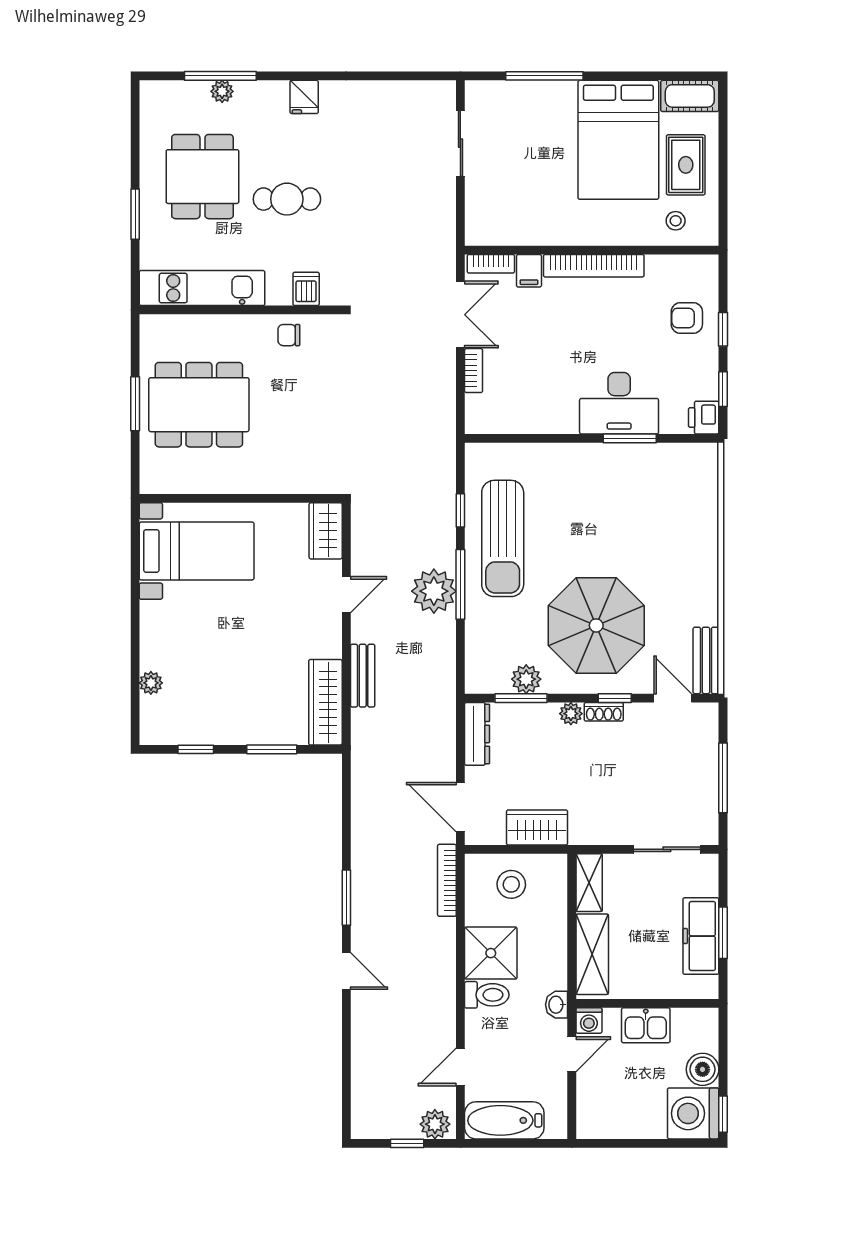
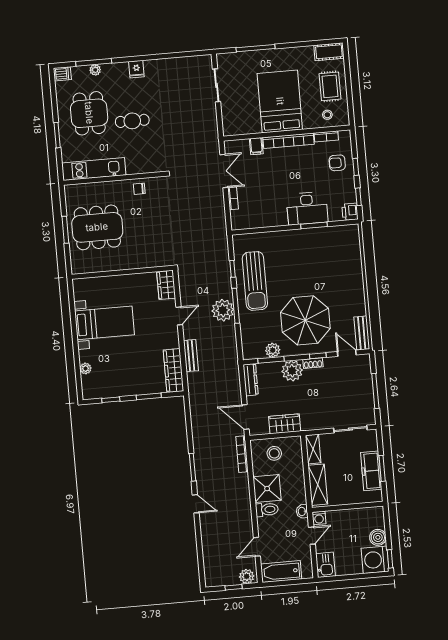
bed: (618, 140) -> (280, 101), moved, turned 180
bookcase: (491, 264) -> (326, 136), moved
dishwasher: (306, 289) -> (62, 74), moved, turned 90
bed with nightstands: (197, 551) -> (105, 323), moved
plant: (571, 714) -> (292, 371), width x1.88, depth x1.88
kitchen sink: (646, 1025) -> (325, 565), moved, turned -90

